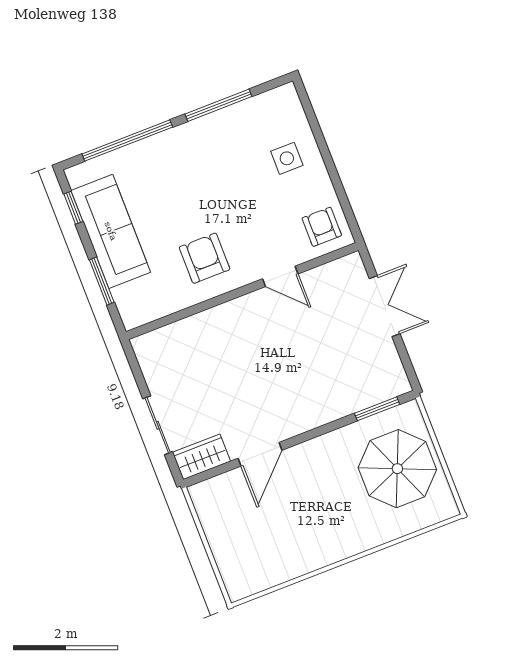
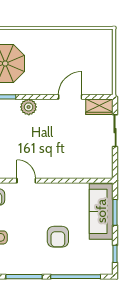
sofa: (111, 231) -> (101, 211), moved
armchair: (205, 258) -> (58, 237), moved
plant: (327, 408) -> (29, 107), added

